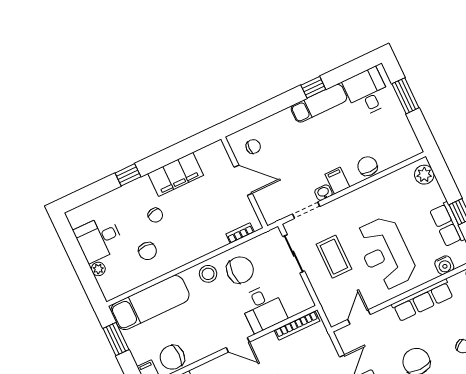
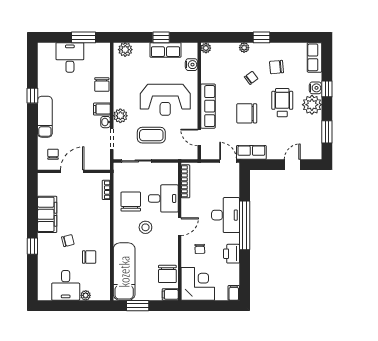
desk: (367, 92) -> (70, 57), moved, turned 90
window: (405, 96) -> (84, 37), moved
exam couch: (319, 103) -> (45, 117), moved
chair: (368, 166) -> (102, 85), turned -90
plant: (340, 207) -> (120, 116), added
stool: (208, 274) -> (145, 227), moved
row of seats: (423, 300) -> (208, 106), moved

